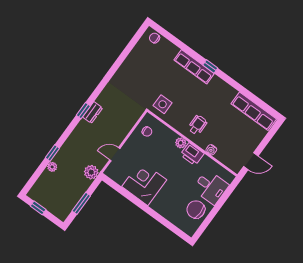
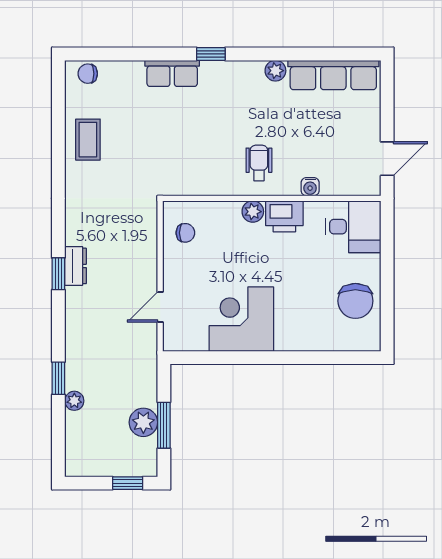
coffee table: (135, 65) -> (88, 140), added
row of seats: (194, 67) -> (172, 73), width x0.68
plant: (232, 92) -> (275, 71), added
side table: (163, 104) -> (178, 171), removed
plant: (91, 172) -> (143, 422), moved
desk: (211, 187) -> (353, 227), moved
window: (38, 208) -> (128, 483), moved
chair: (196, 210) -> (355, 301), turned -90

